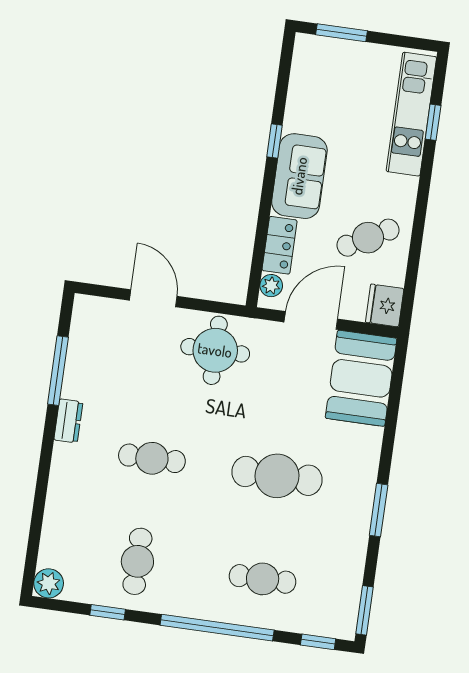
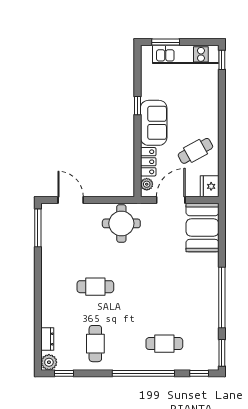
kitchen unit: (411, 114) -> (186, 54), moved, turned -90
window: (433, 122) -> (222, 60), moved
door: (153, 298) -> (71, 200), moved
window: (58, 371) -> (38, 228), moved
dresser: (68, 421) -> (47, 339), moved
cafe table: (277, 476) -> (164, 287), removed
window: (379, 510) -> (222, 297), width x2.11
window: (108, 612) -> (64, 373), moved

